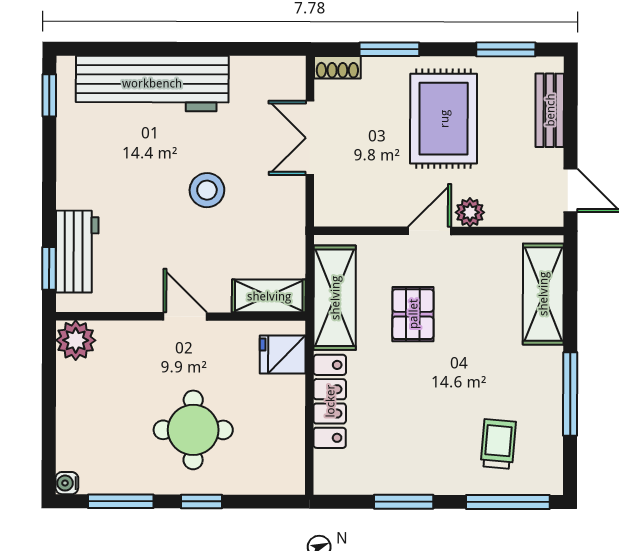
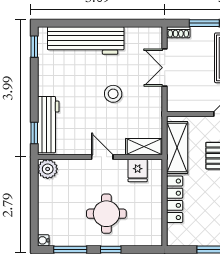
workbench: (77, 252) -> (48, 125), width x1.38
fridge: (283, 355) -> (138, 170), moved, turned -90

